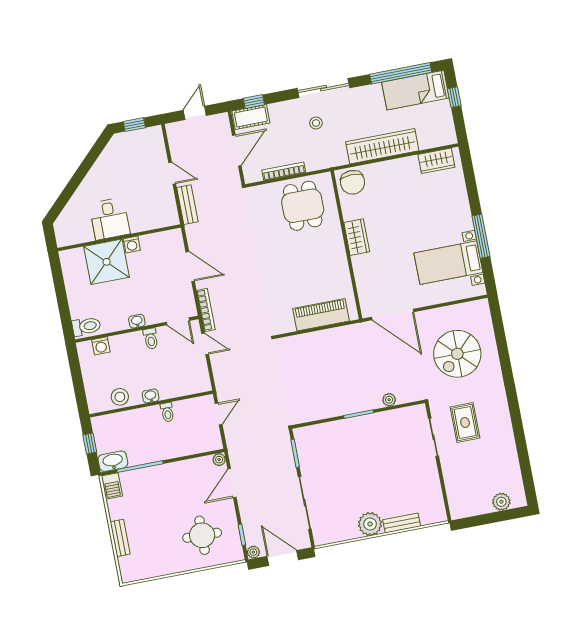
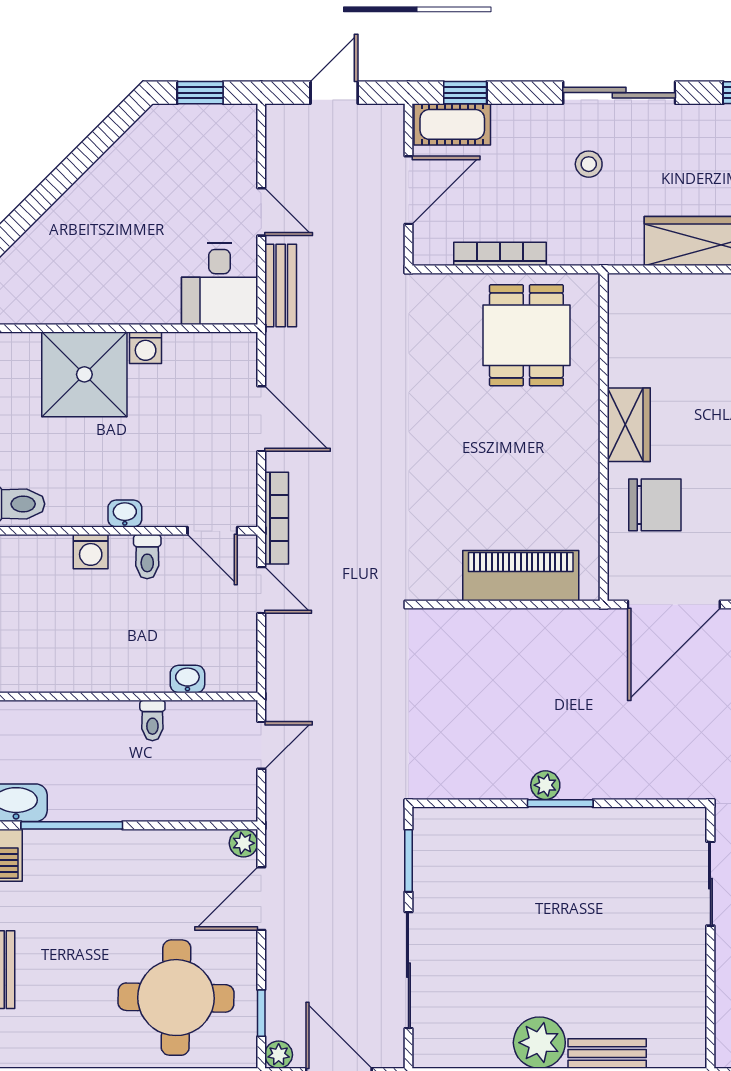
chair: (353, 182) -> (655, 505), moved, turned -90
desk: (110, 219) -> (220, 284), moved
door: (393, 314) -> (674, 604), hinge flipped
washing machine: (101, 346) -> (91, 552), moved
washbasin: (151, 396) -> (187, 679), moved
stool: (120, 397) -> (57, 668), removed
plant: (389, 400) -> (545, 785), moved
round table: (202, 535) -> (176, 998), width x1.36, depth x1.36

